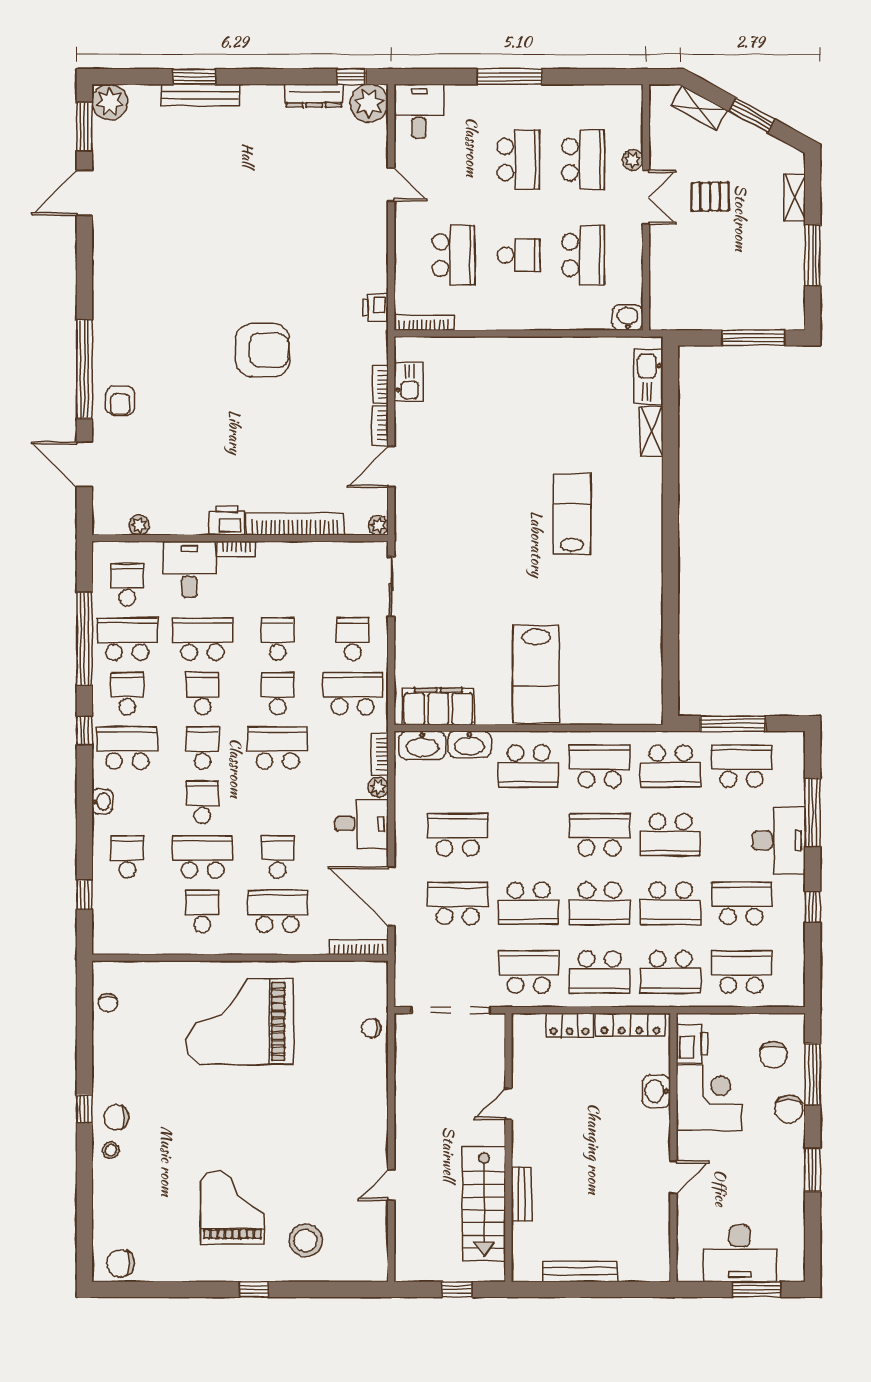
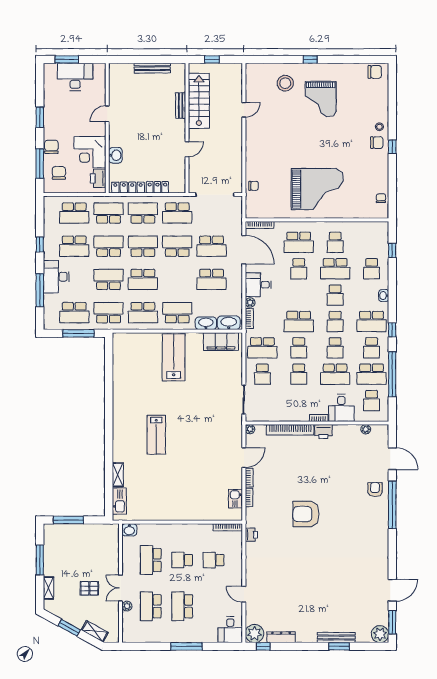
school desk: (454, 255) -> (214, 560), width x0.54

